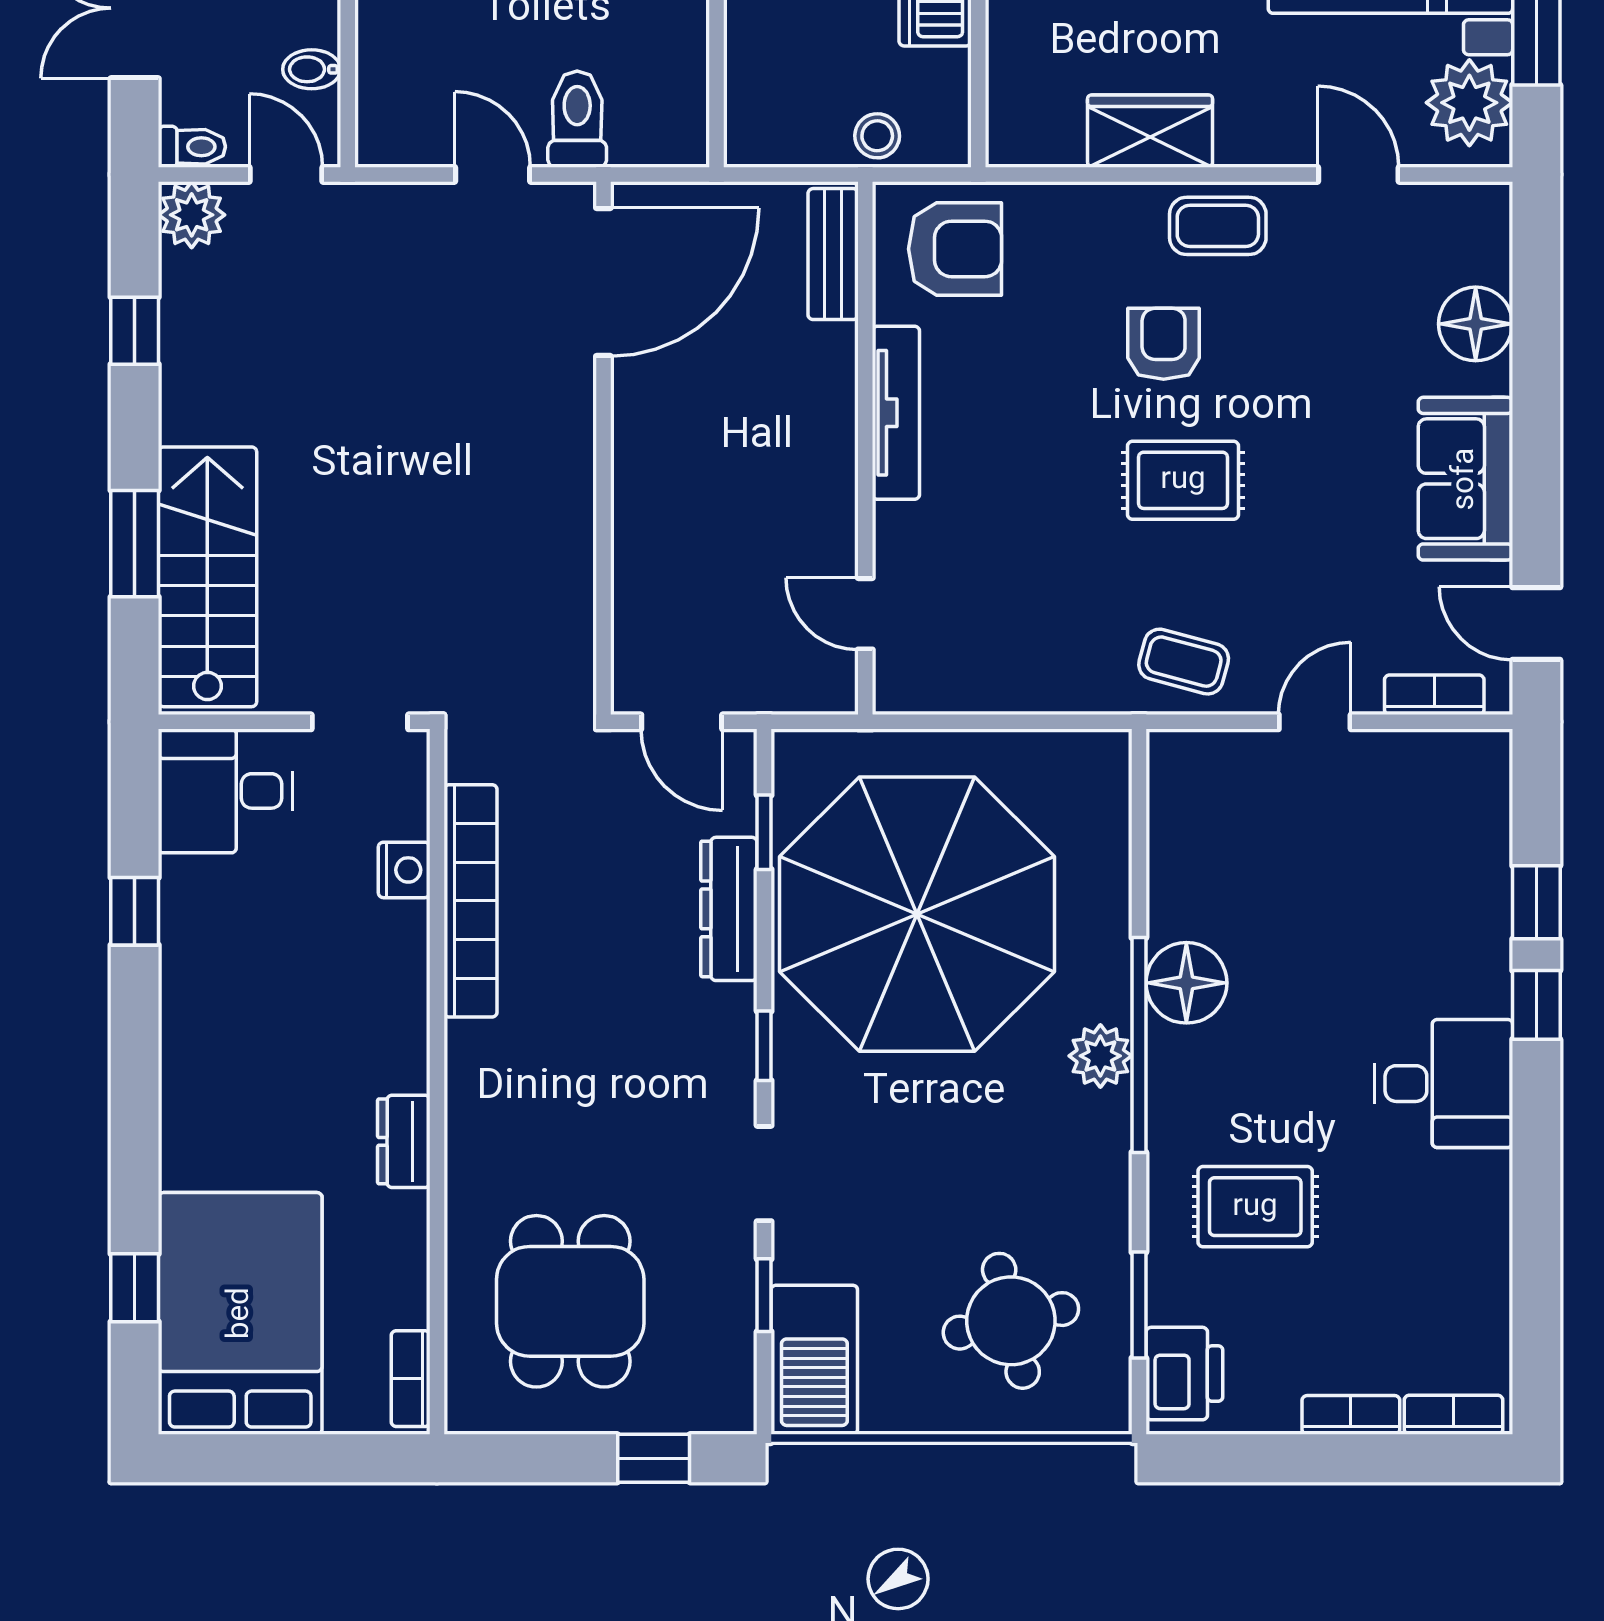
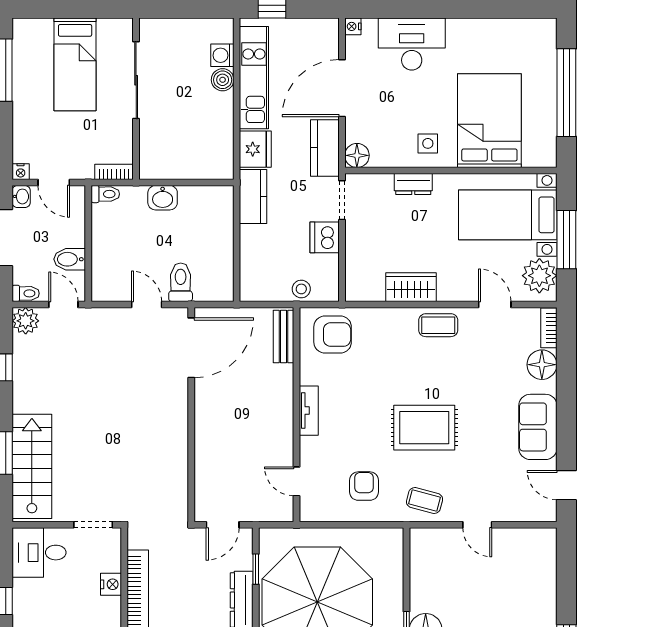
bidet: (312, 69) -> (70, 259), width x1.38, depth x1.36
armchair: (1164, 344) -> (364, 486), moved
tv unit: (896, 413) -> (309, 411), width x0.71
rug: (1183, 480) -> (424, 428), width x1.36, depth x1.43
bookcase: (1434, 695) -> (549, 328), moved, turned -90
door: (682, 722) -> (223, 525), hinge flipped
door: (1315, 722) -> (477, 525), swing flipped
window: (1536, 902) -> (566, 597), removed

